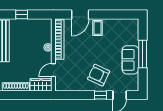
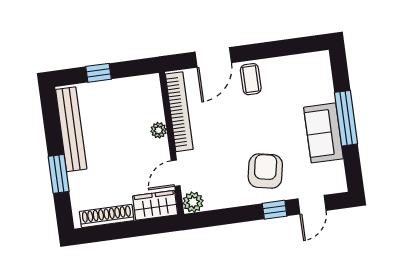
armchair: (99, 75) -> (265, 171), turned 76
plant: (60, 86) -> (193, 202), added

